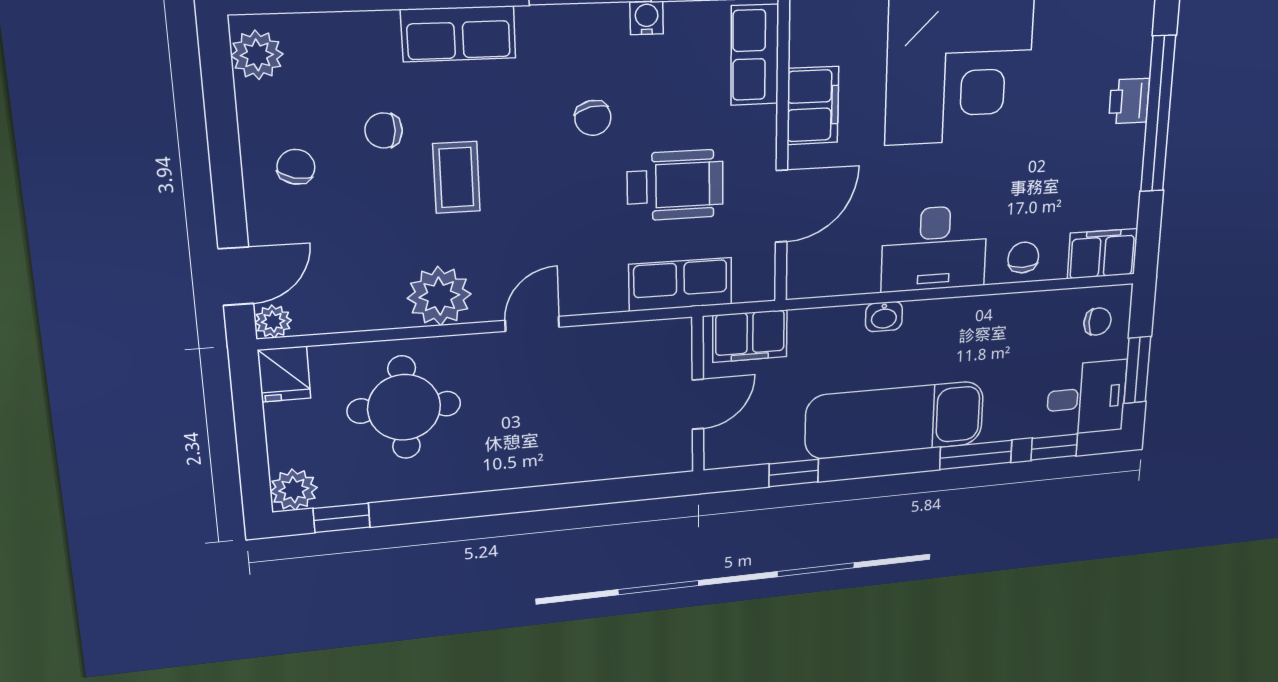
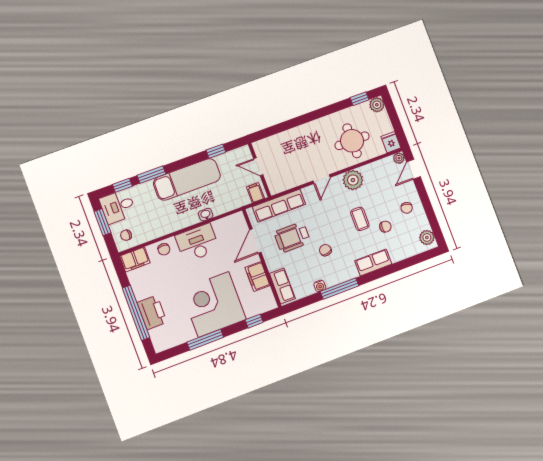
printer: (1129, 101) -> (152, 312), width x1.87, depth x1.48
row of seats: (680, 284) -> (279, 206), width x1.48
filing cabinet: (750, 336) -> (255, 193), width x0.50
door: (698, 404) -> (258, 167), hinge flipped

